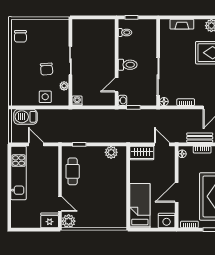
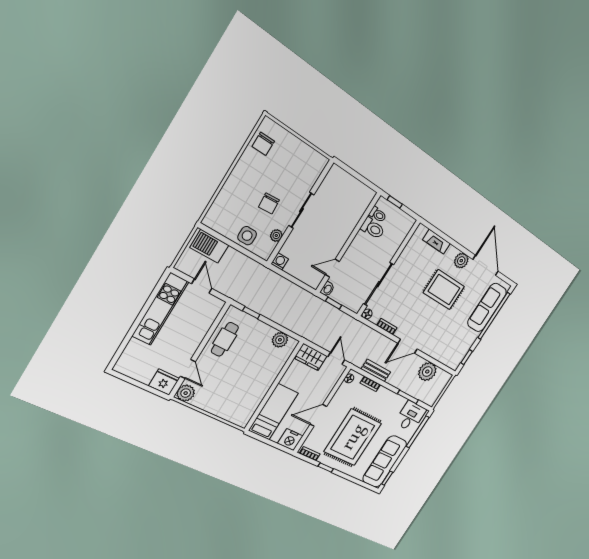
toilet: (128, 65) -> (373, 228), moved

